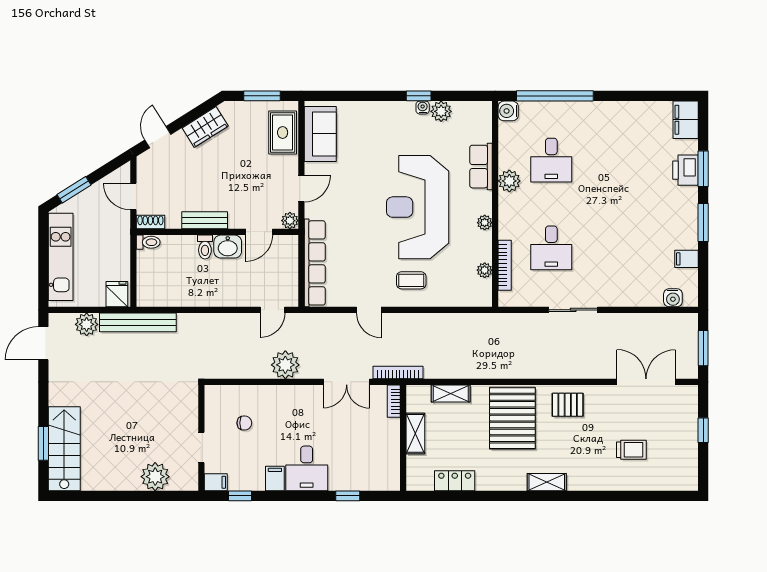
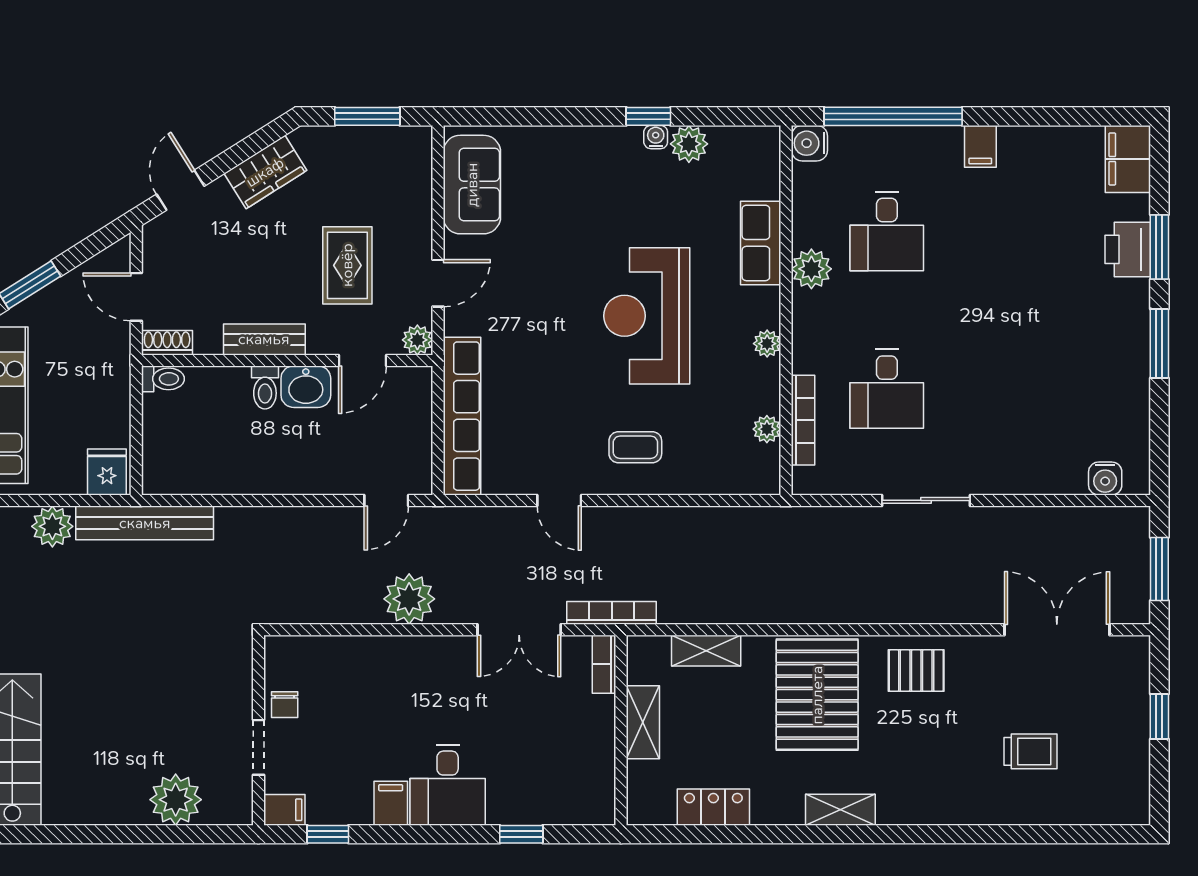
rug: (283, 132) -> (347, 265), moved
reception desk: (418, 207) -> (647, 316), width x0.74, depth x0.77
filing cabinet: (686, 259) -> (980, 146), moved, turned -90
chair: (244, 423) -> (285, 705), moved, turned 90
shelving: (547, 482) -> (840, 810), moved

